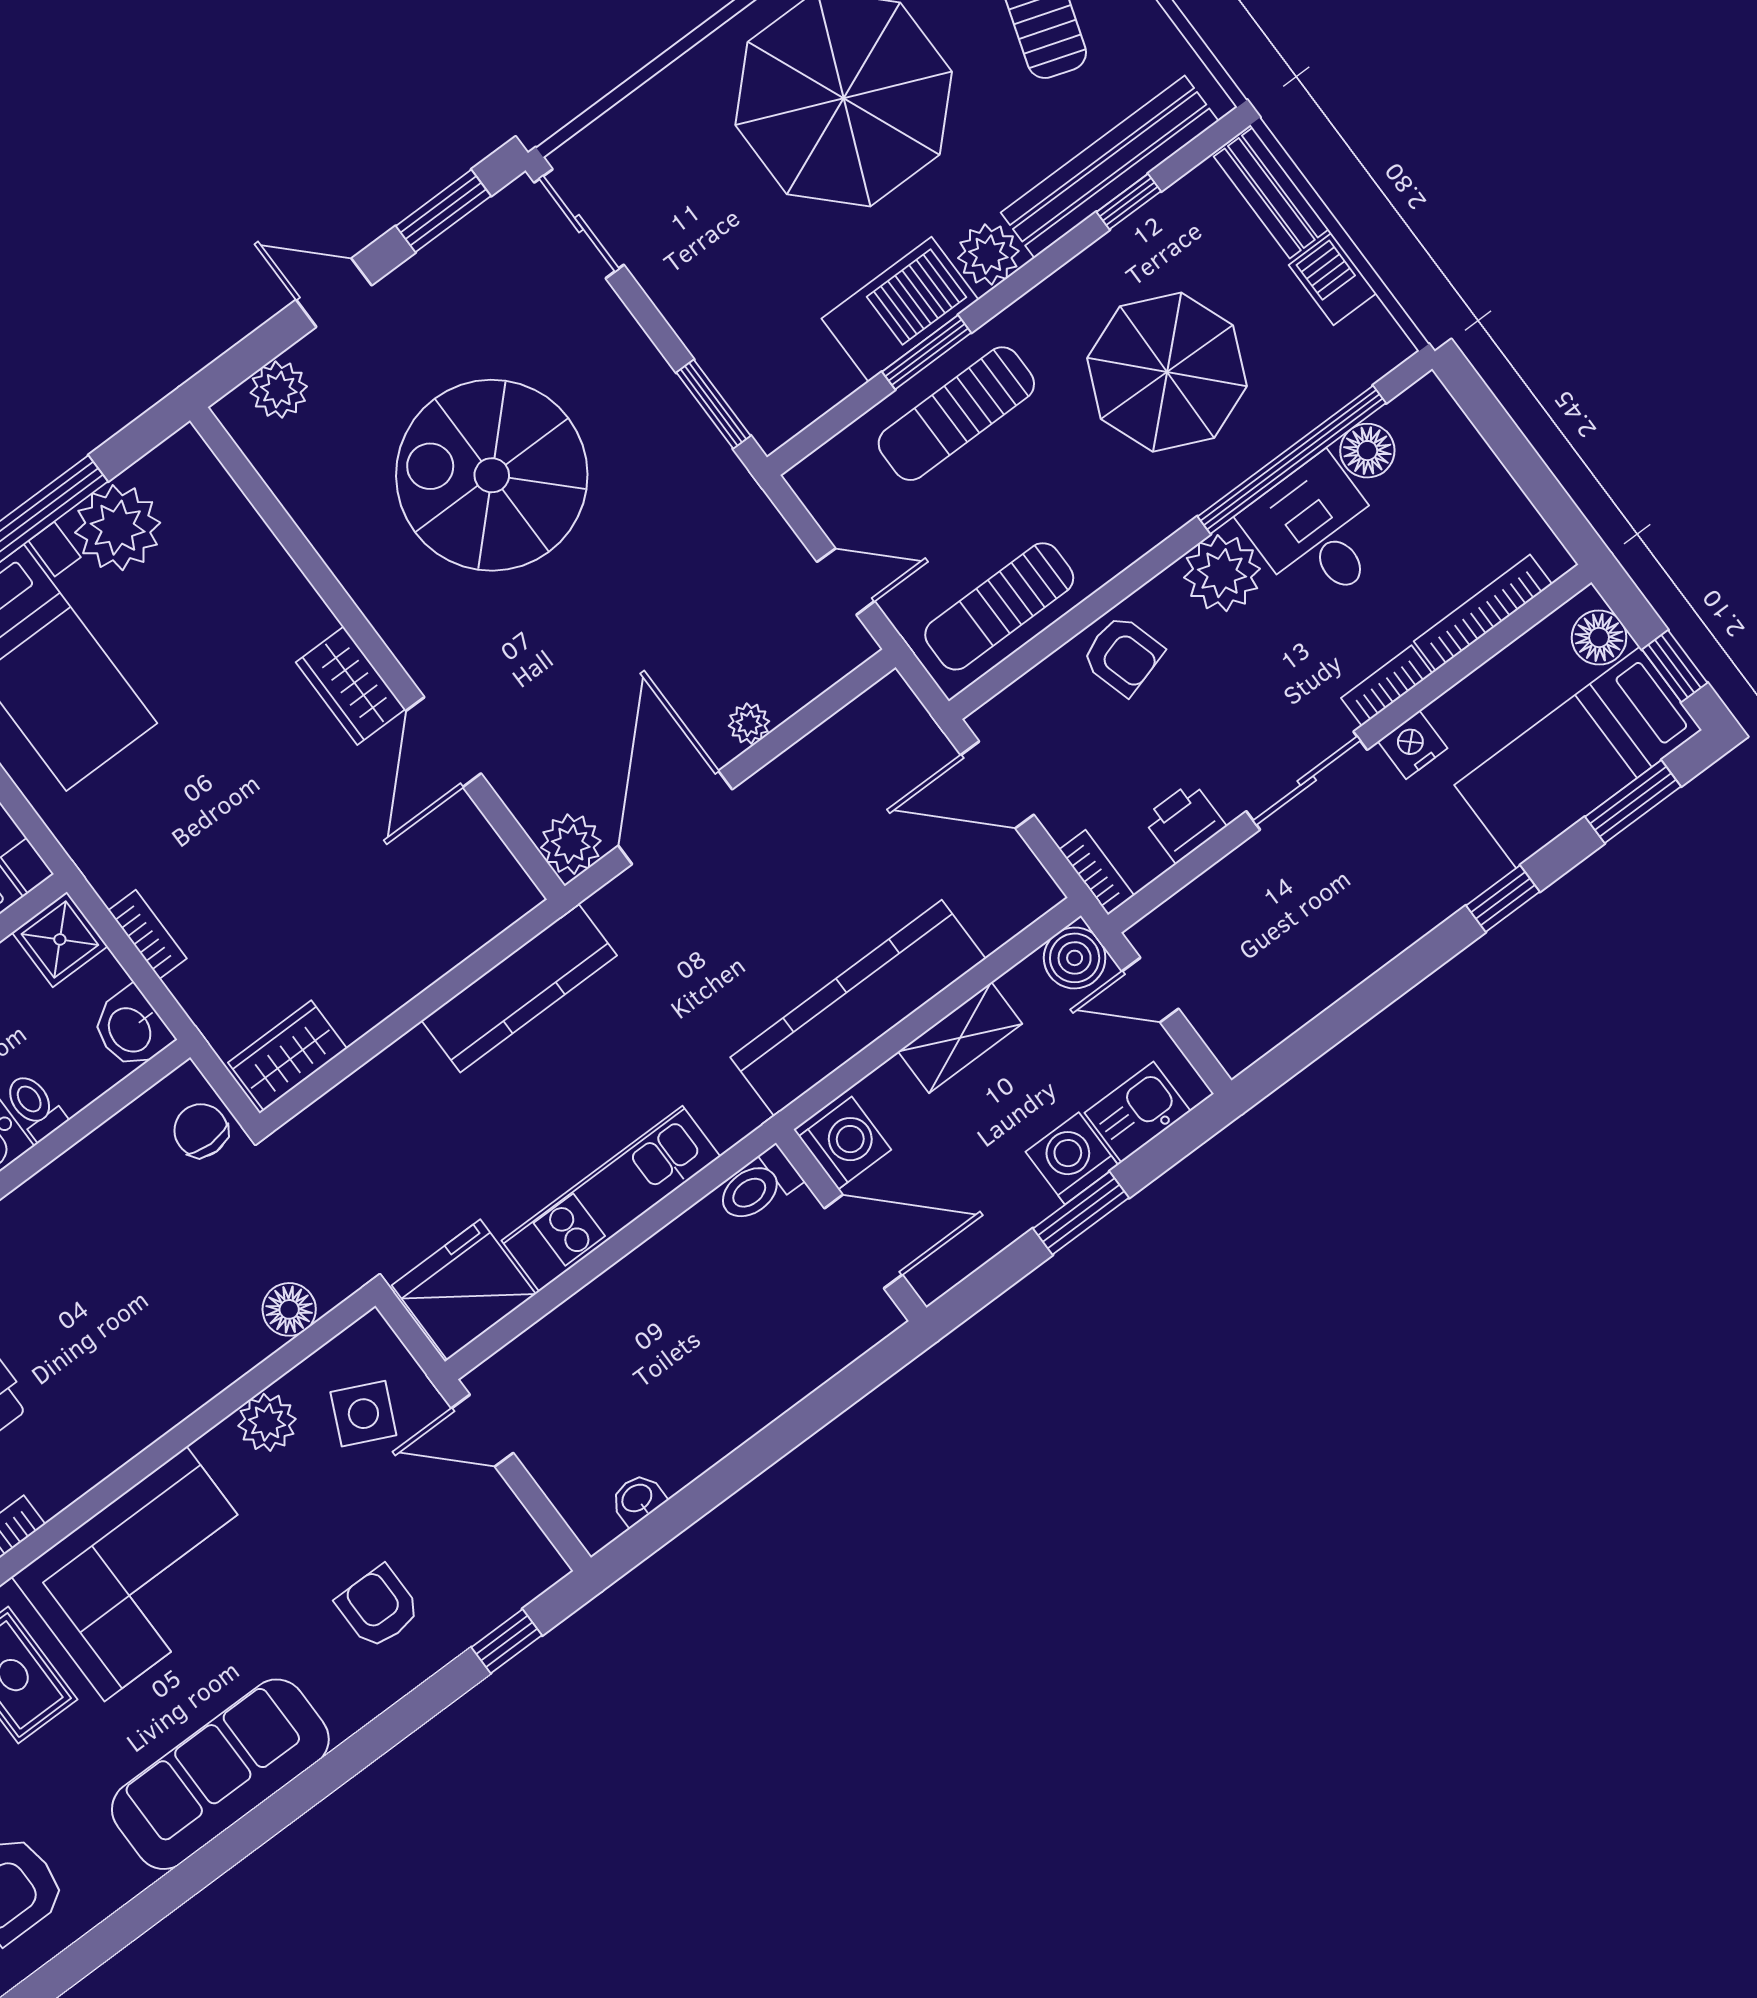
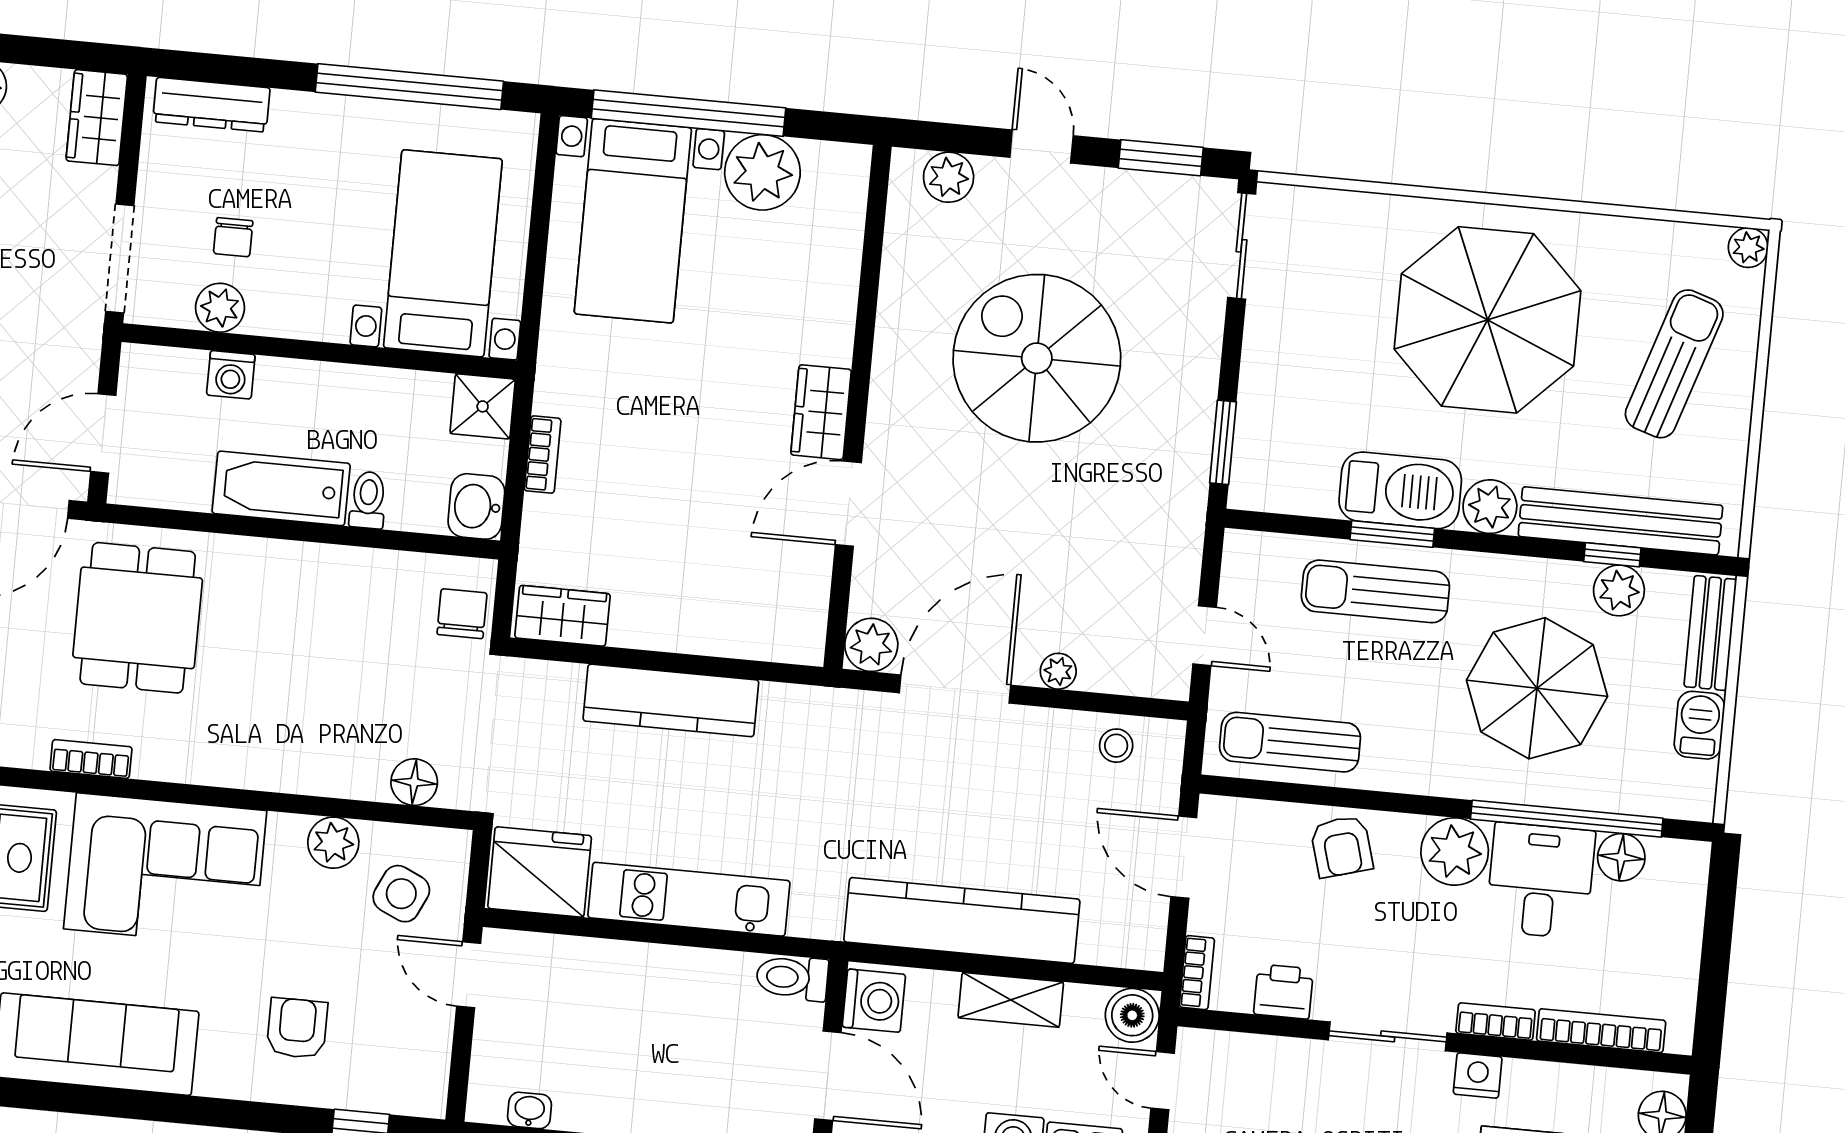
plant: (1162, 227) -> (1619, 590), added
stool: (855, 742) -> (1116, 746), added
kitchen counter: (519, 988) -> (671, 700), moved

